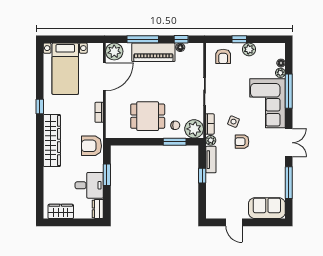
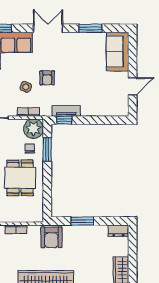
plant: (211, 140) -> (46, 111), removed
window: (202, 176) -> (64, 120), moved
window: (289, 183) -> (90, 28), width x0.69
desk: (89, 185) -> (93, 240), removed

